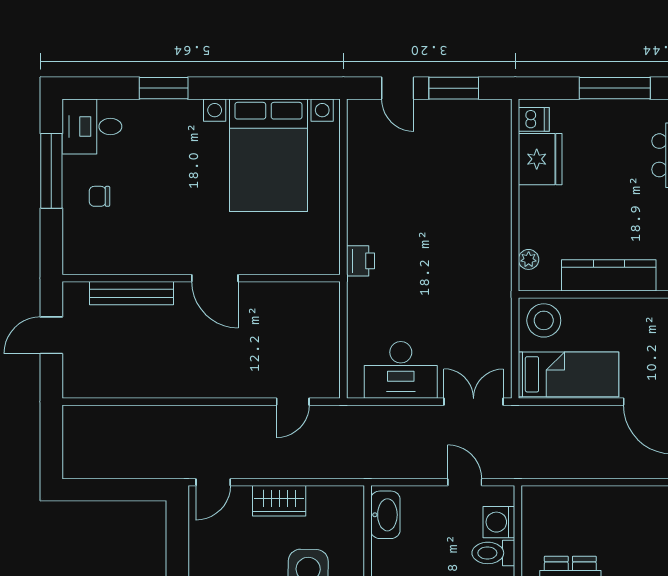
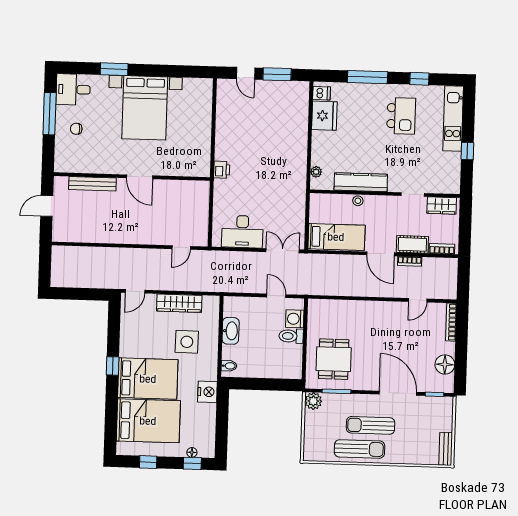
bed with nightstands: (268, 155) -> (145, 108), moved
stool: (544, 320) -> (358, 201), moved, width x0.53, depth x0.53
wardrobe: (279, 501) -> (179, 303), width x1.50
washbasin: (385, 515) -> (231, 331), moved

